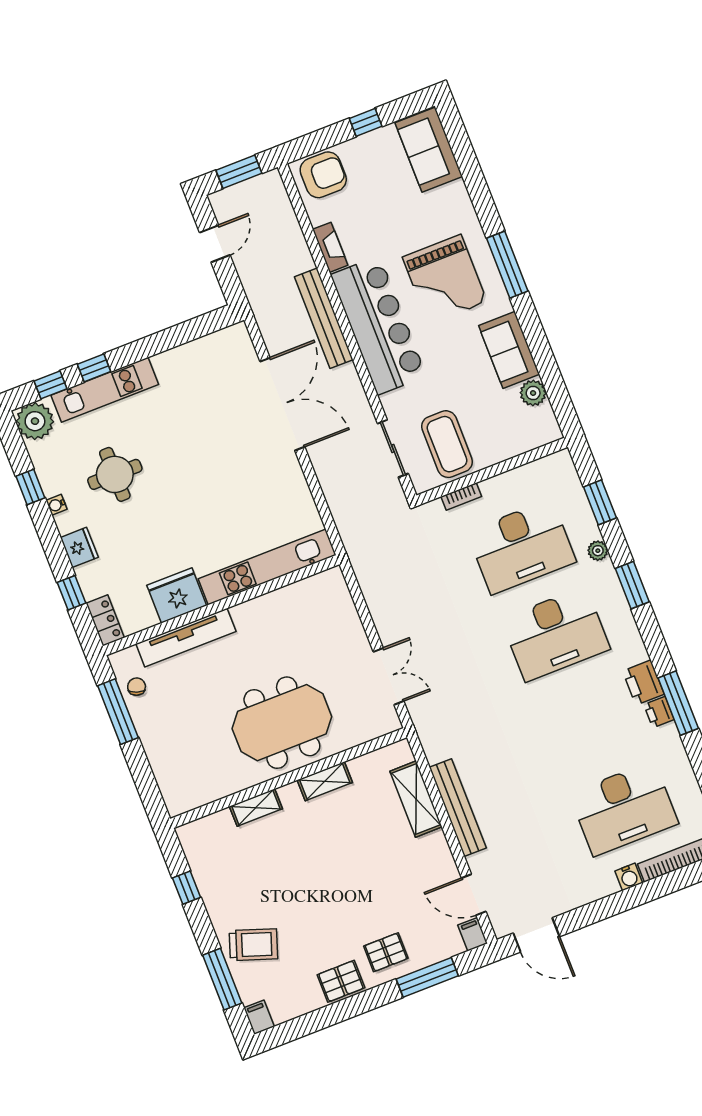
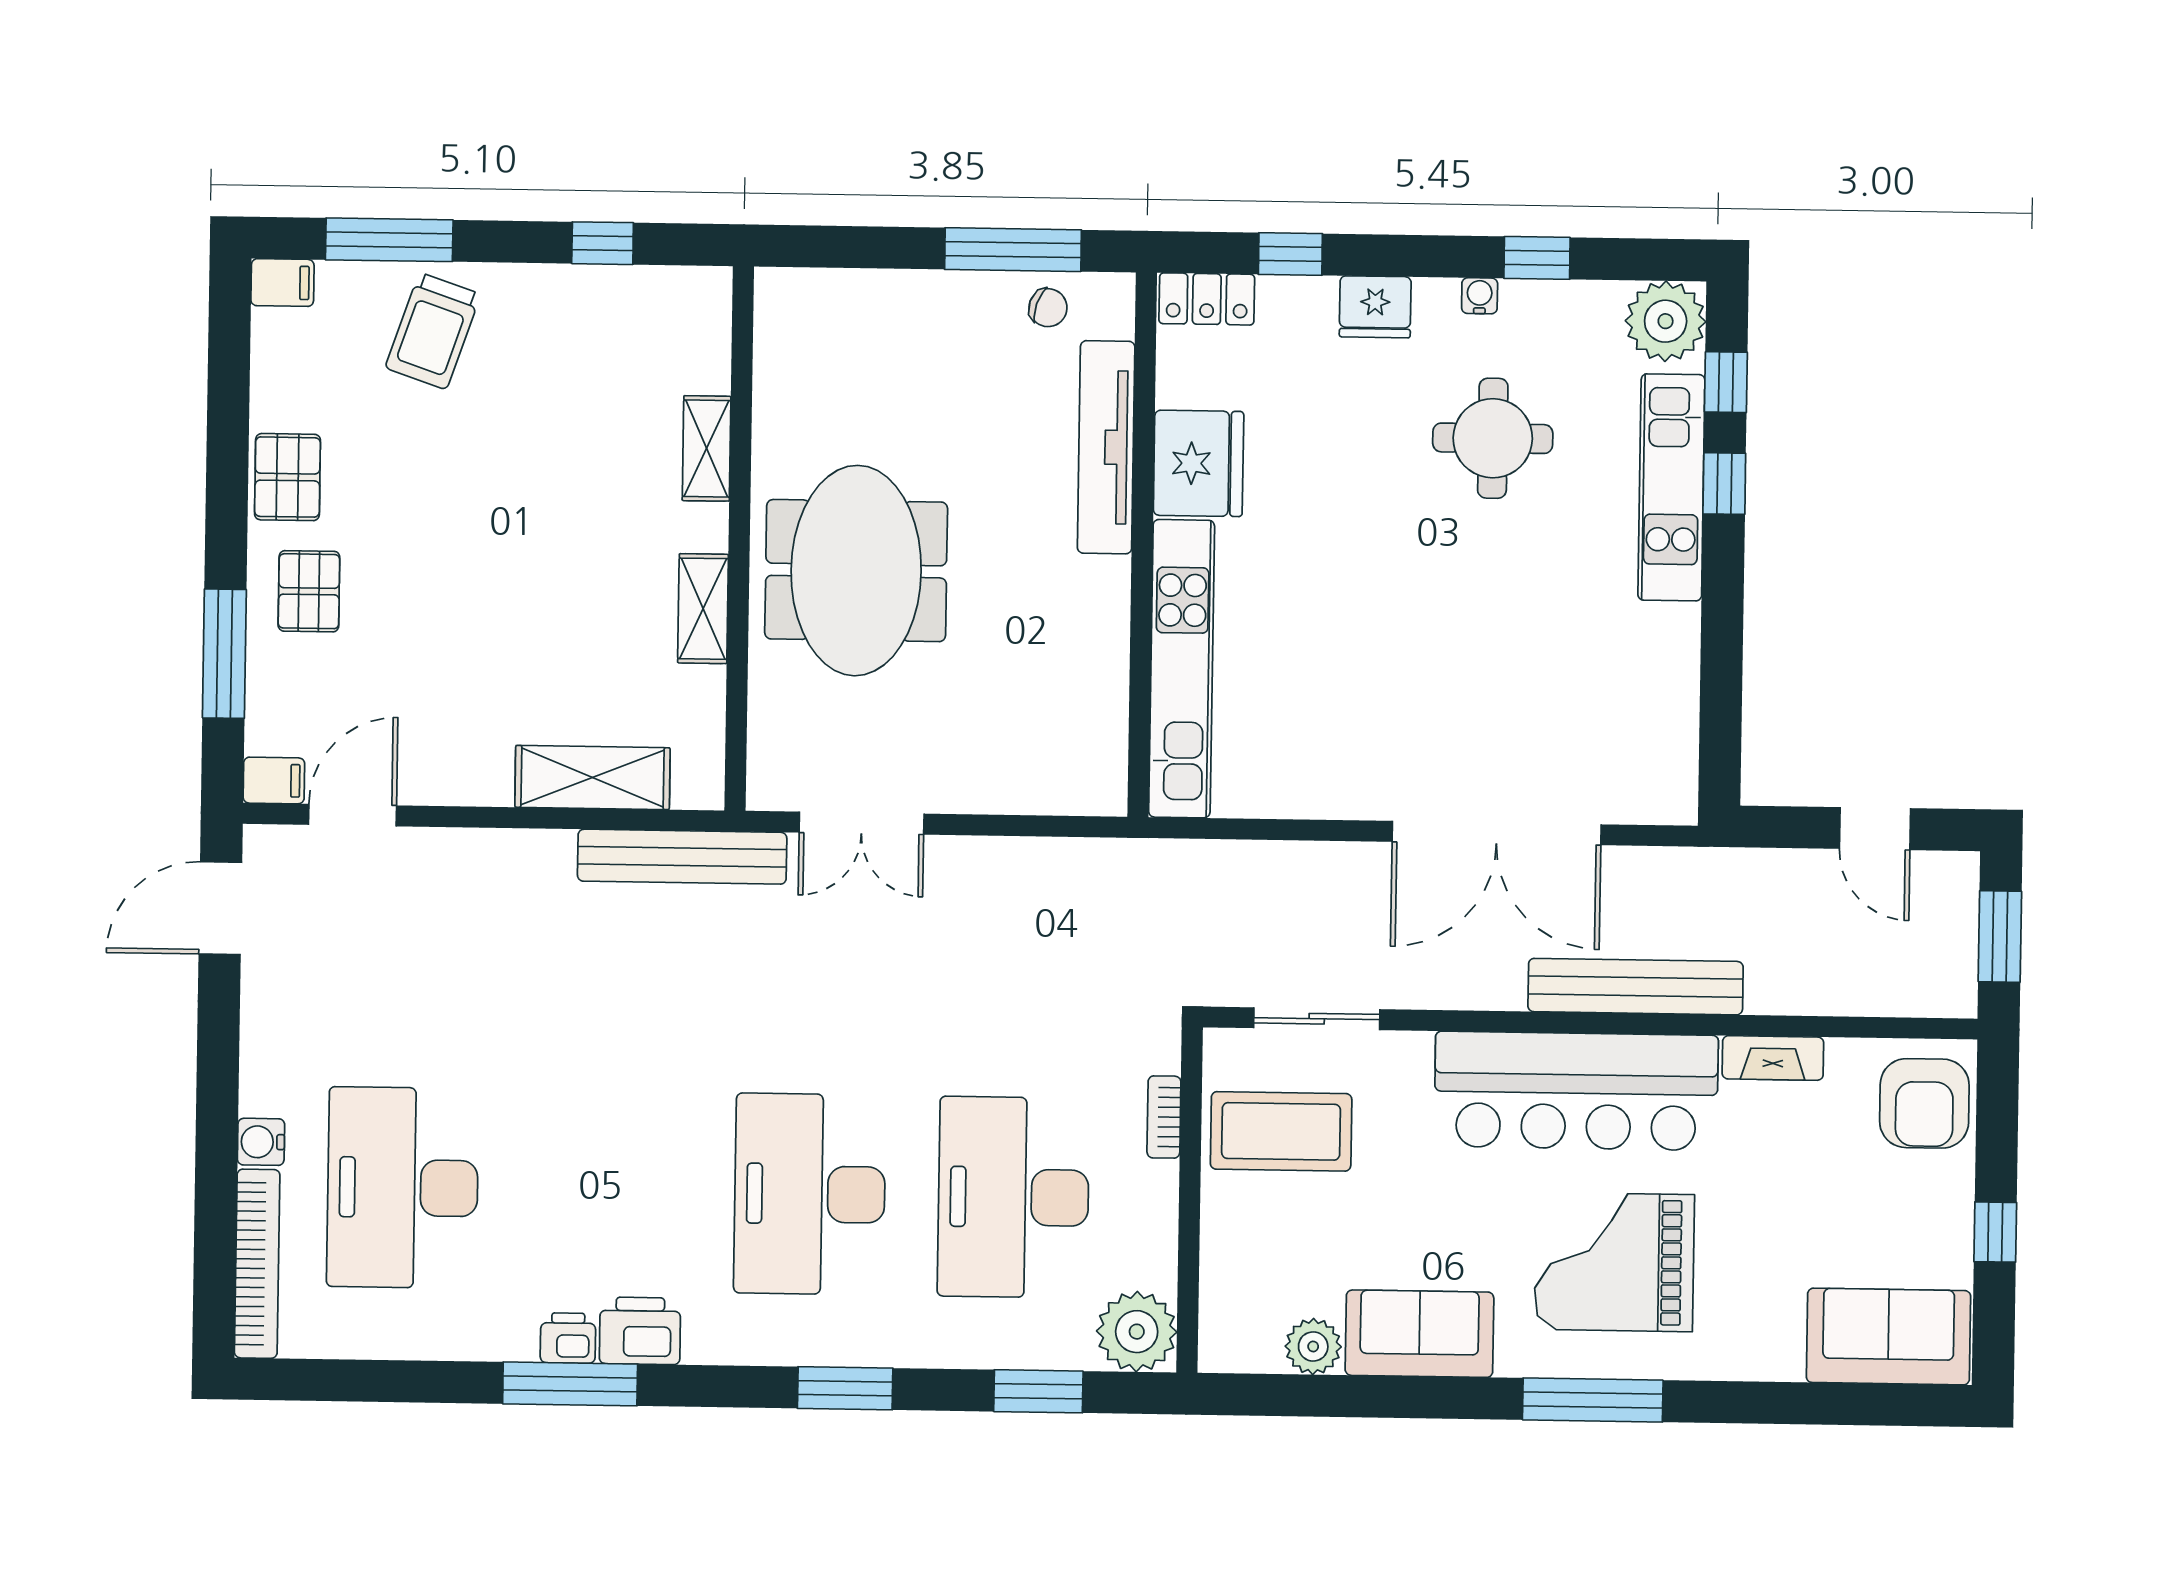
plant: (598, 551) -> (1137, 1332), moved, width x1.87, depth x1.87
bench: (458, 808) -> (682, 857), moved

